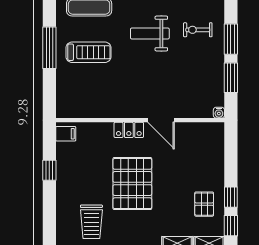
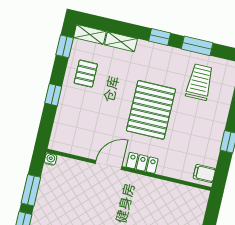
door: (161, 120) -> (109, 165), hinge flipped
window: (231, 197) -> (53, 95), moved

